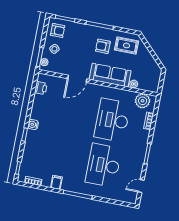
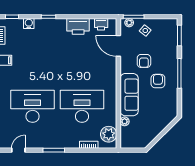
armchair: (58, 30) -> (144, 61), moved
rug: (127, 45) -> (164, 106), removed
door: (77, 79) -> (118, 46), moved
printer: (39, 109) -> (78, 26), added
water cooler: (33, 125) -> (29, 24), moved
door: (141, 186) -> (18, 150), hinge flipped

